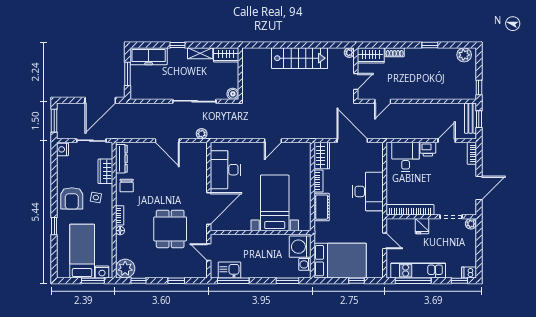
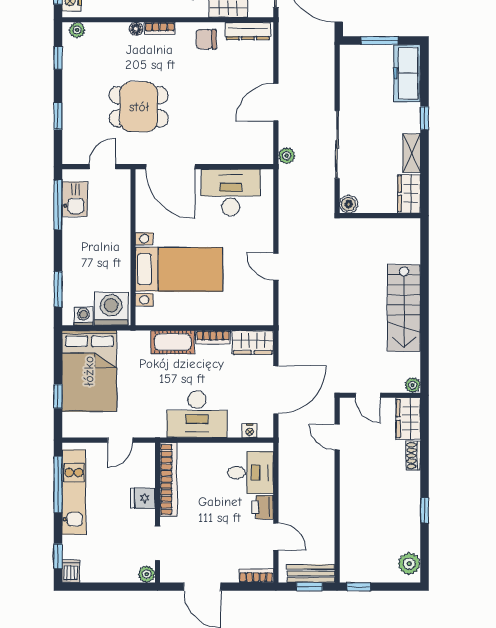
nightstand: (379, 158) -> (250, 431), added
plant: (125, 269) -> (77, 30), width x0.53, depth x0.53

